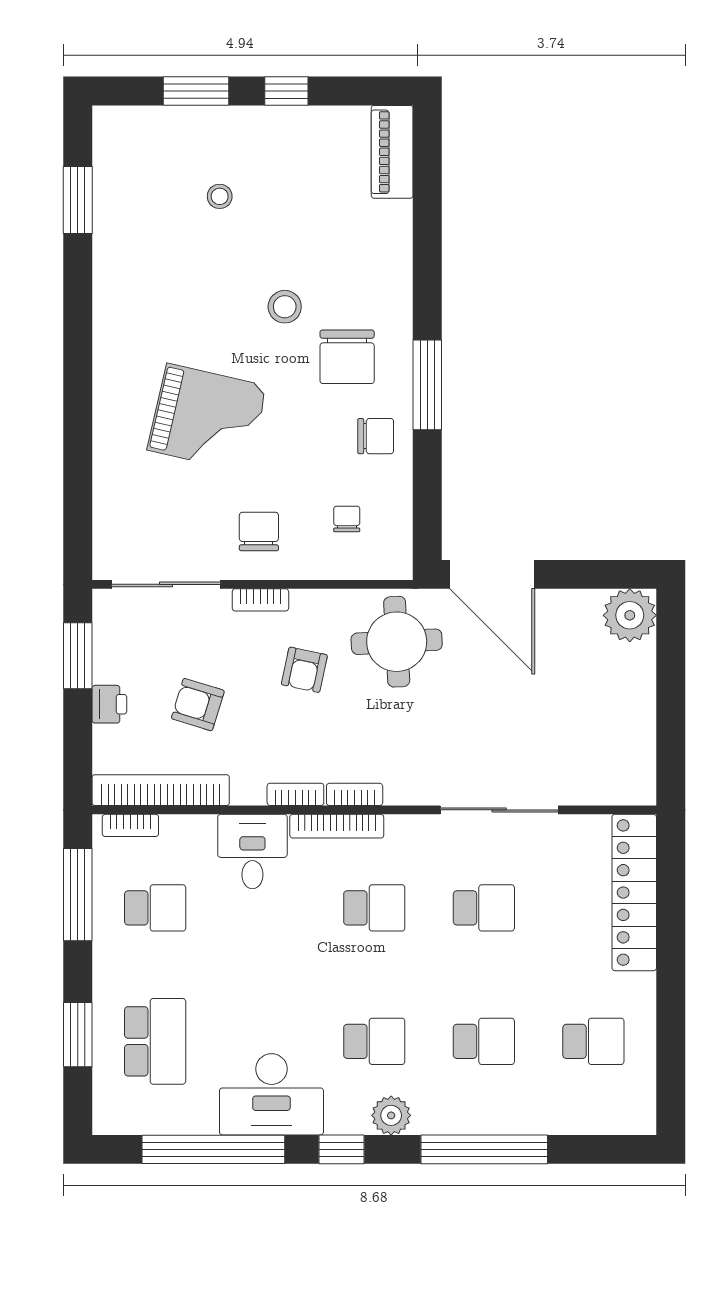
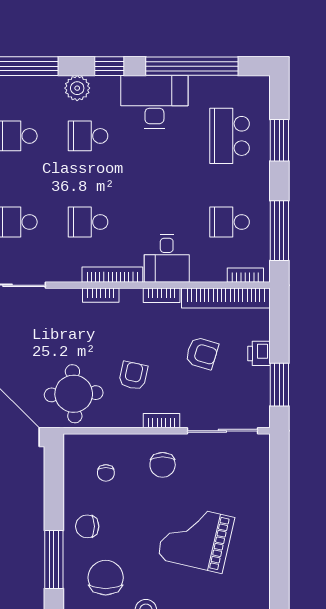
bookcase: (295, 794) -> (162, 295), moved

